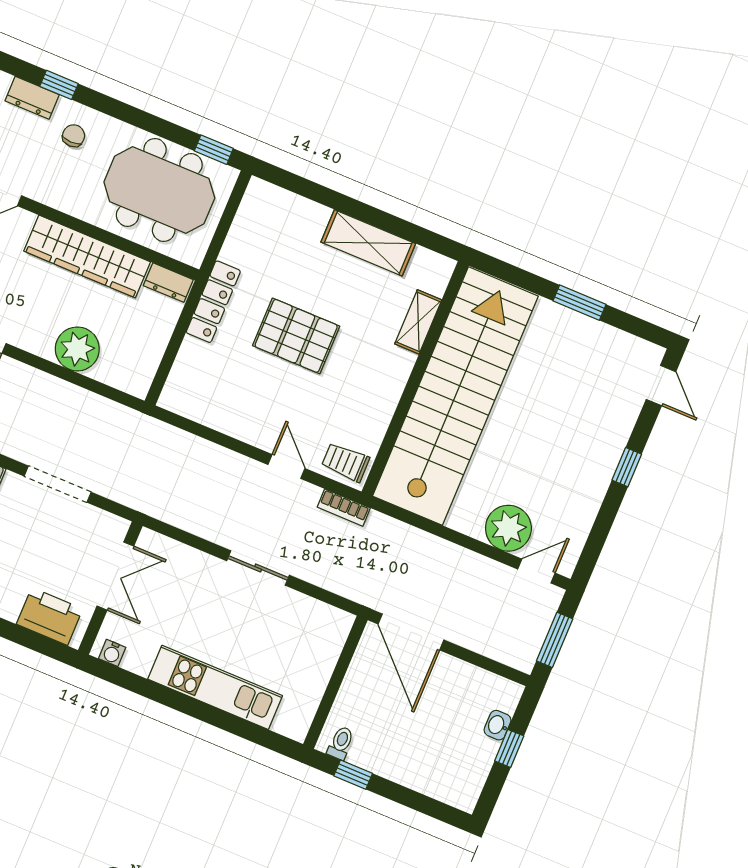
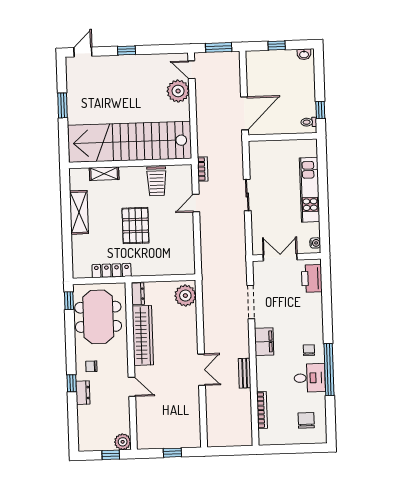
locker: (213, 302) -> (112, 271), moved
plant: (77, 349) -> (185, 296), moved
trolley: (346, 462) -> (157, 181), moved, width x1.36, depth x1.39
washbasin: (498, 725) -> (304, 54), moved

